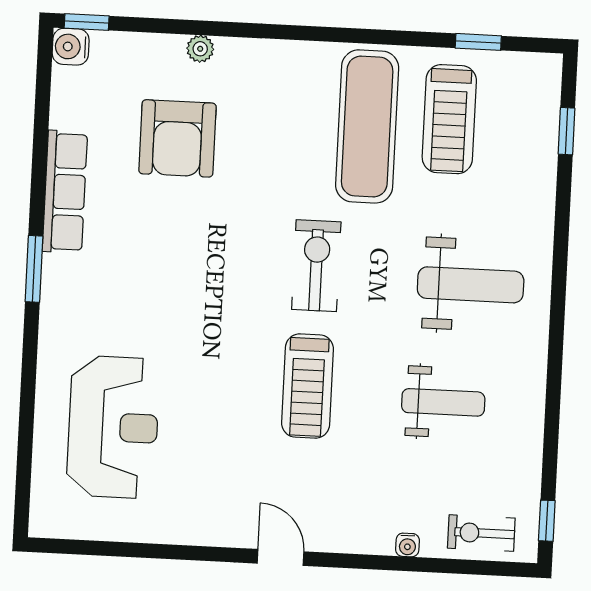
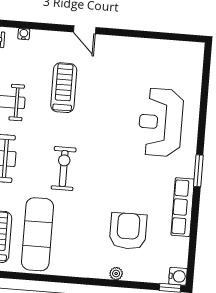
exercise bike: (316, 266) -> (64, 168), turned 180
treadmill: (308, 386) -> (64, 88), moved
reception desk: (113, 427) -> (161, 122), moved

